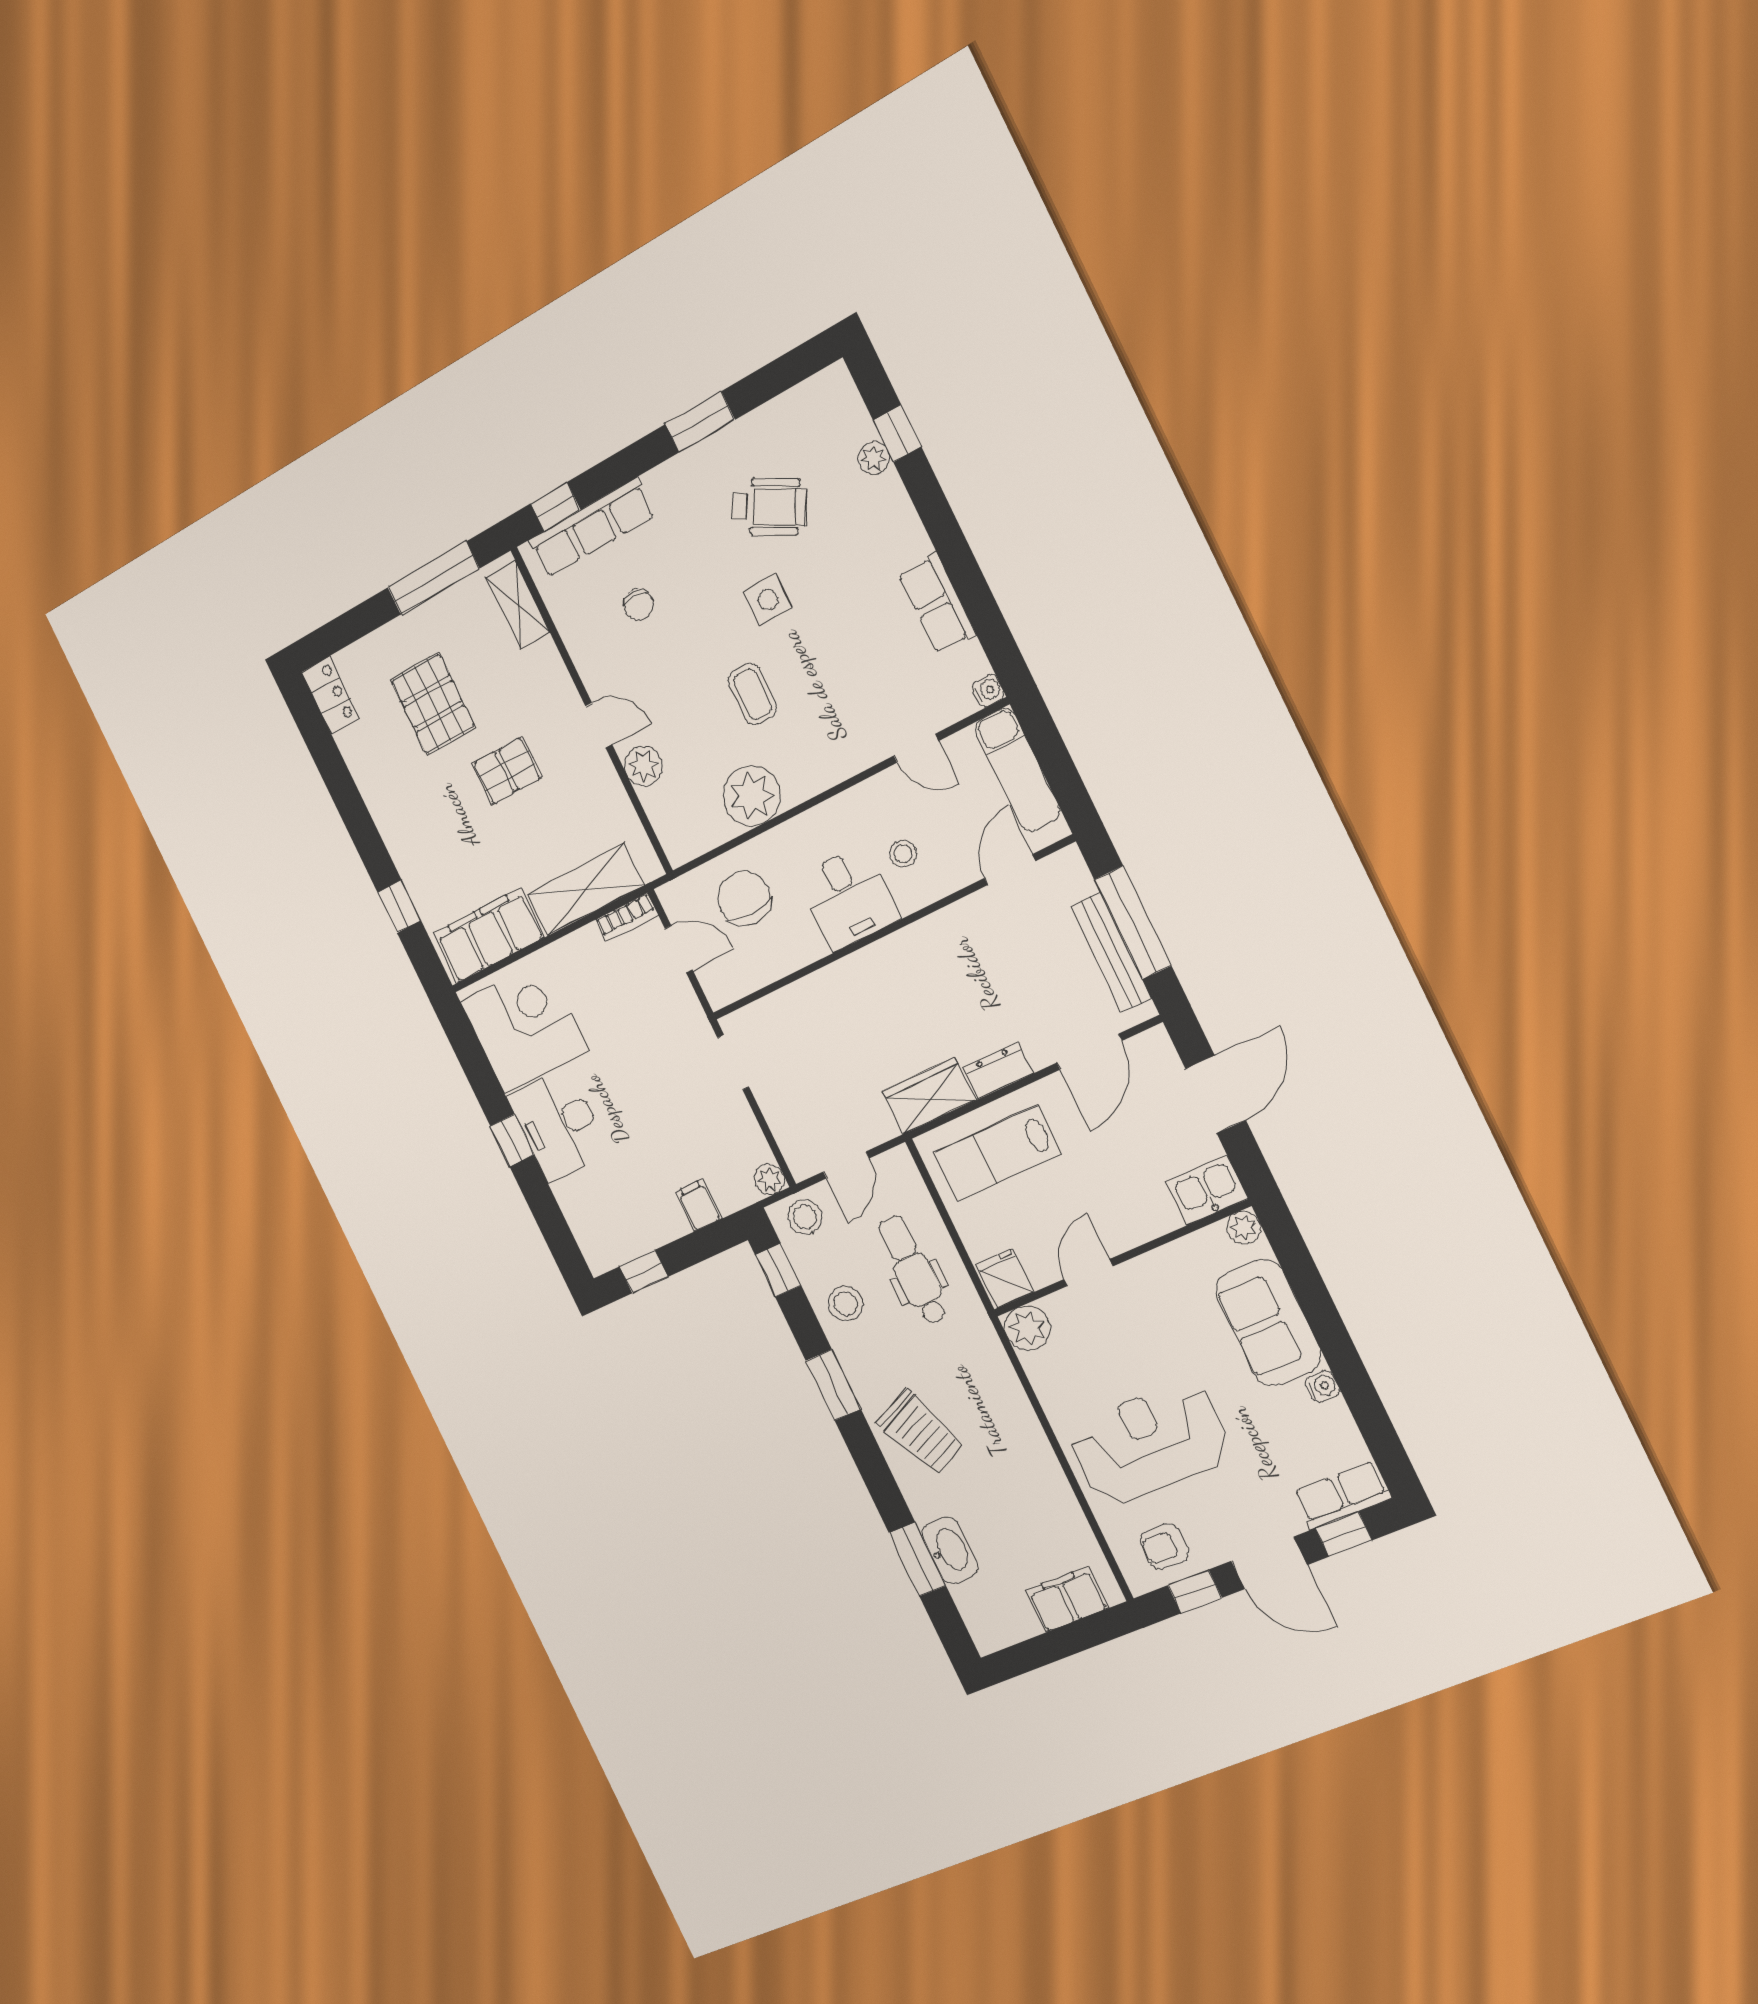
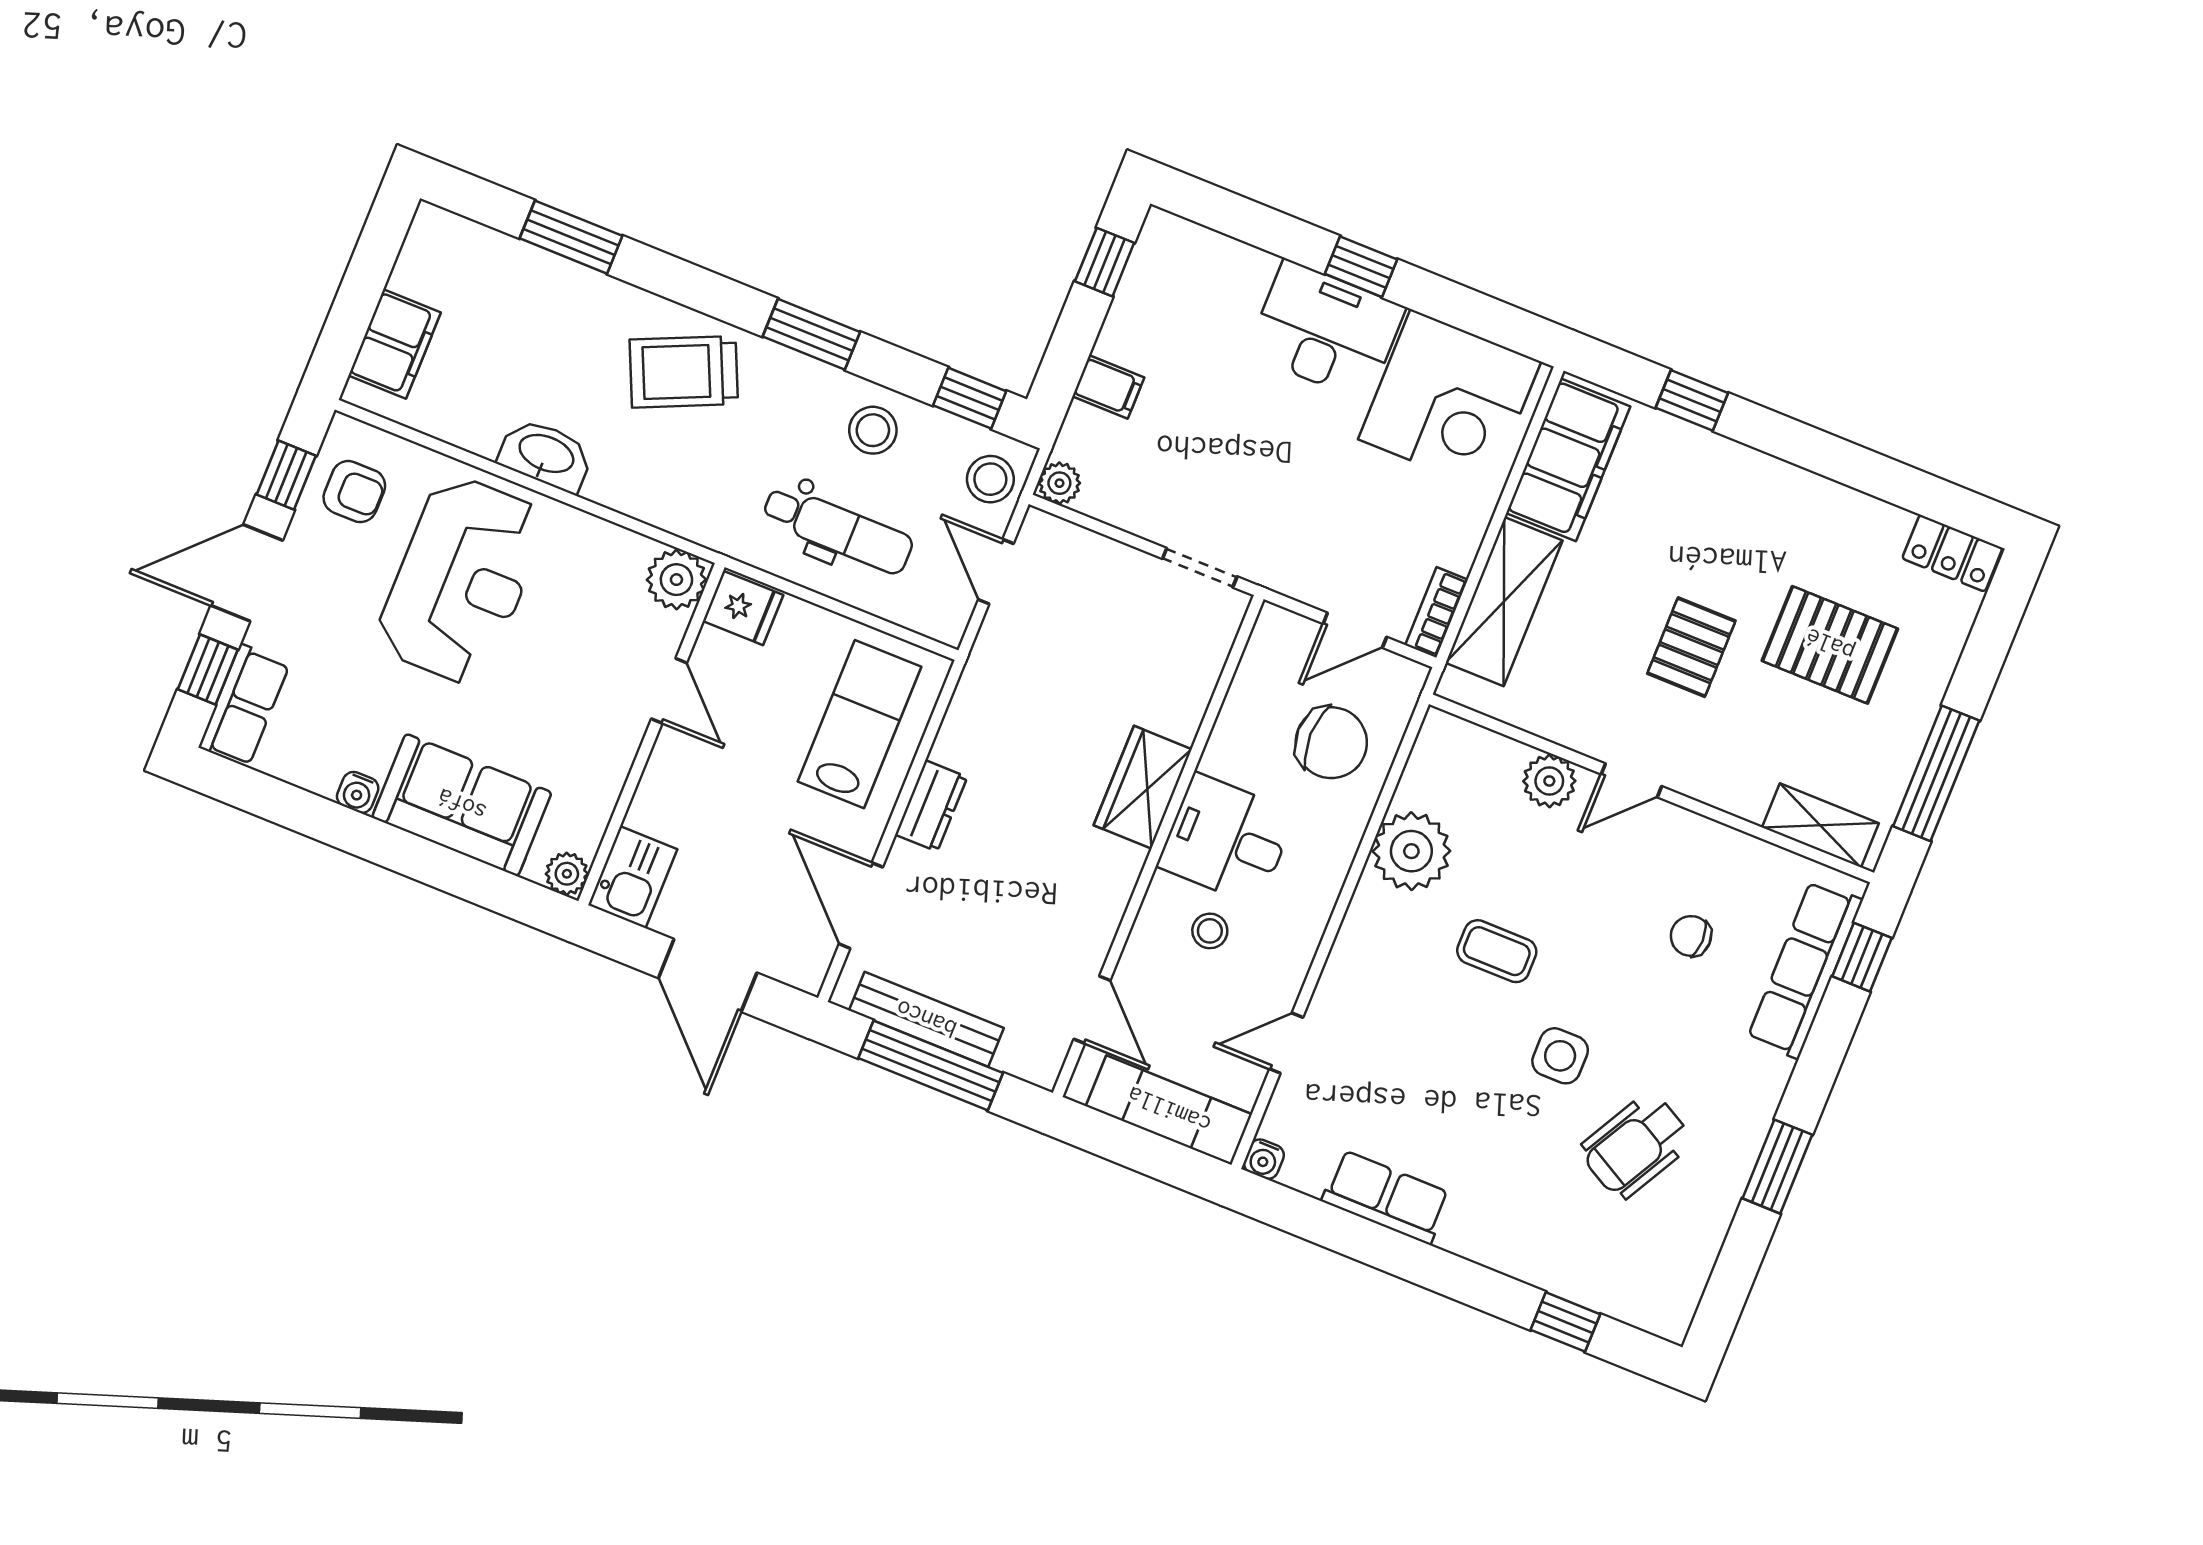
plant: (874, 458) -> (1569, 1280), removed
wardrobe: (929, 1096) -> (1143, 787), moved, turned 180
armchair: (1165, 1546) -> (354, 492), turned 90
washbasin: (950, 1550) -> (546, 455), moved, turned 180

